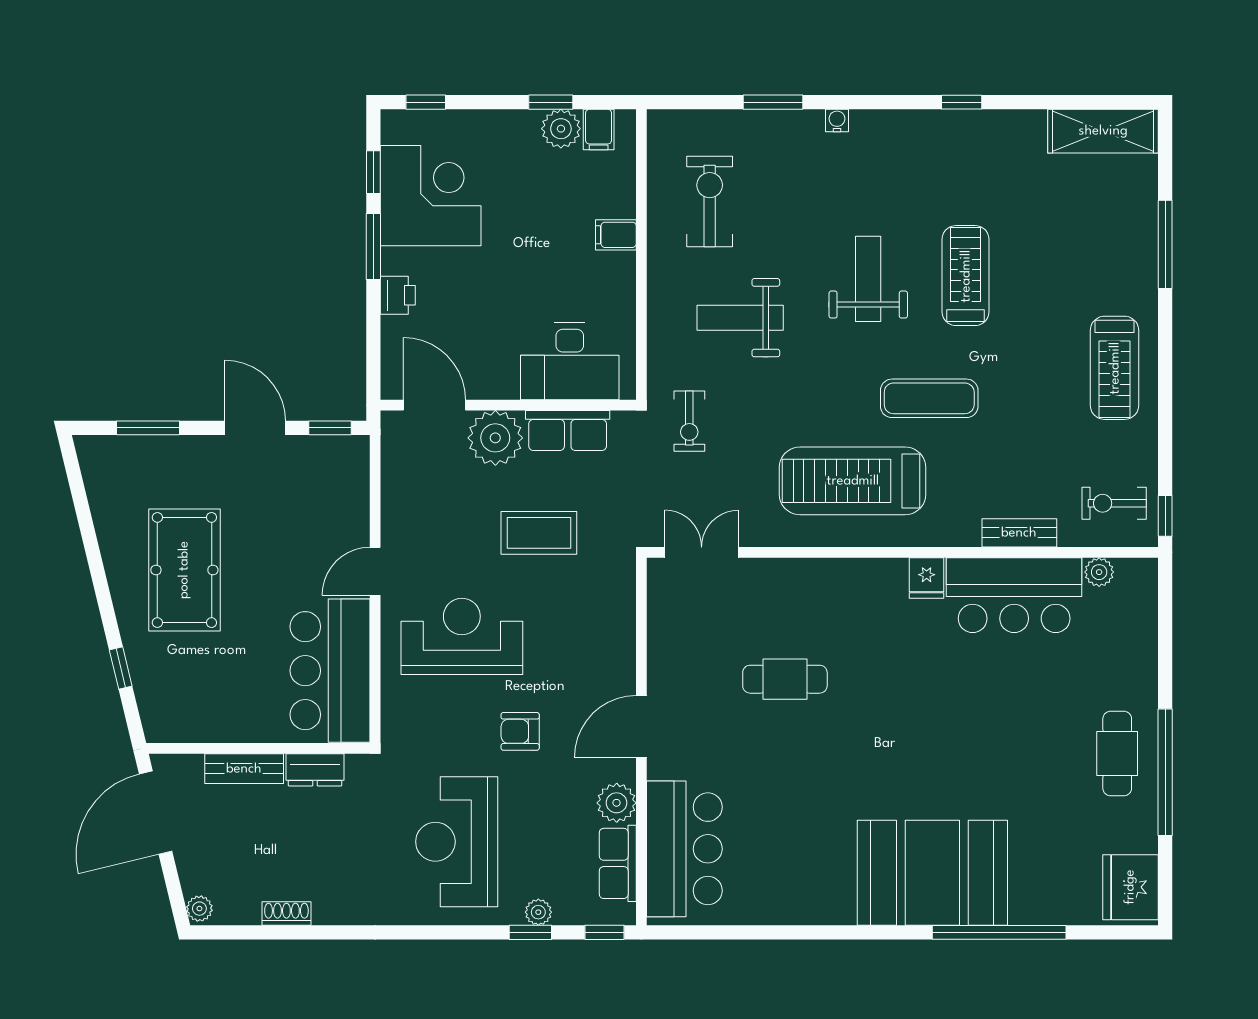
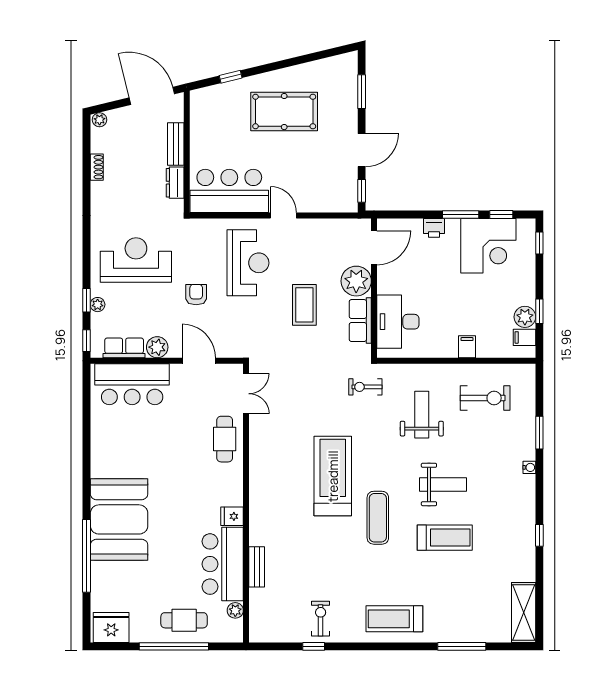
bench: (1019, 533) -> (257, 567), moved
double door: (702, 552) -> (246, 394), moved
wall: (902, 552) -> (246, 503), moved
plant: (1099, 572) -> (235, 610), moved
fridge: (927, 578) -> (232, 516), moved
bar counter: (1014, 595) -> (223, 564), moved

